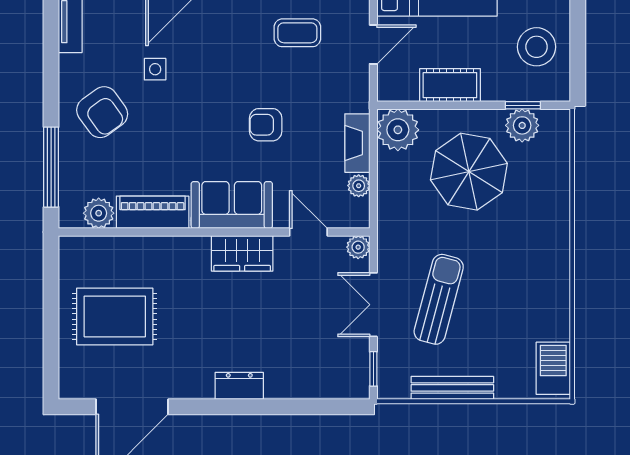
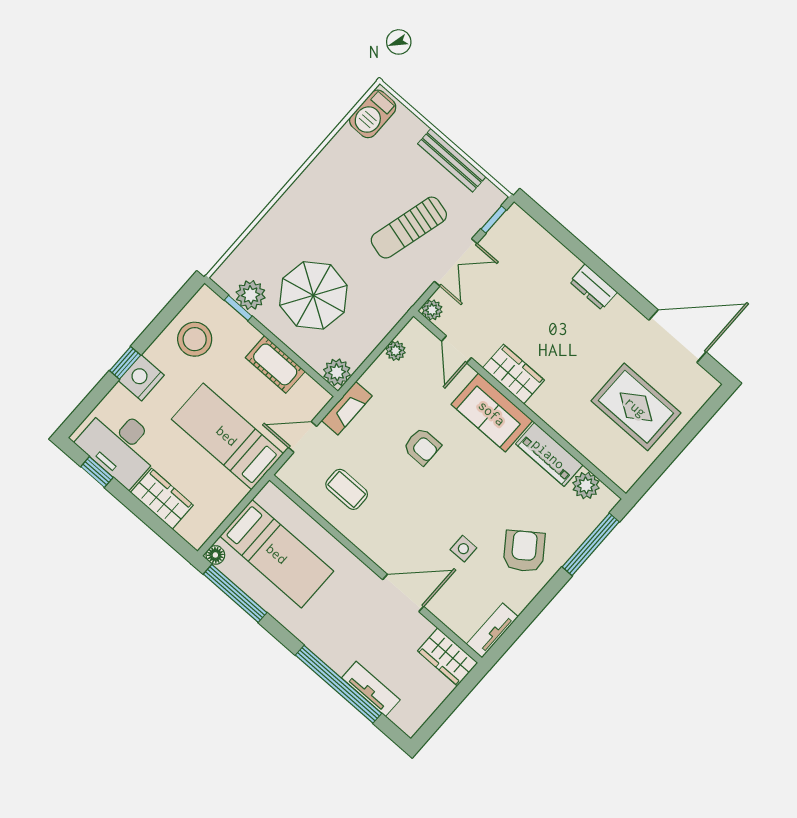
plant: (398, 130) -> (337, 372), width x0.73, depth x0.73
fireplace: (357, 143) -> (347, 408), moved

